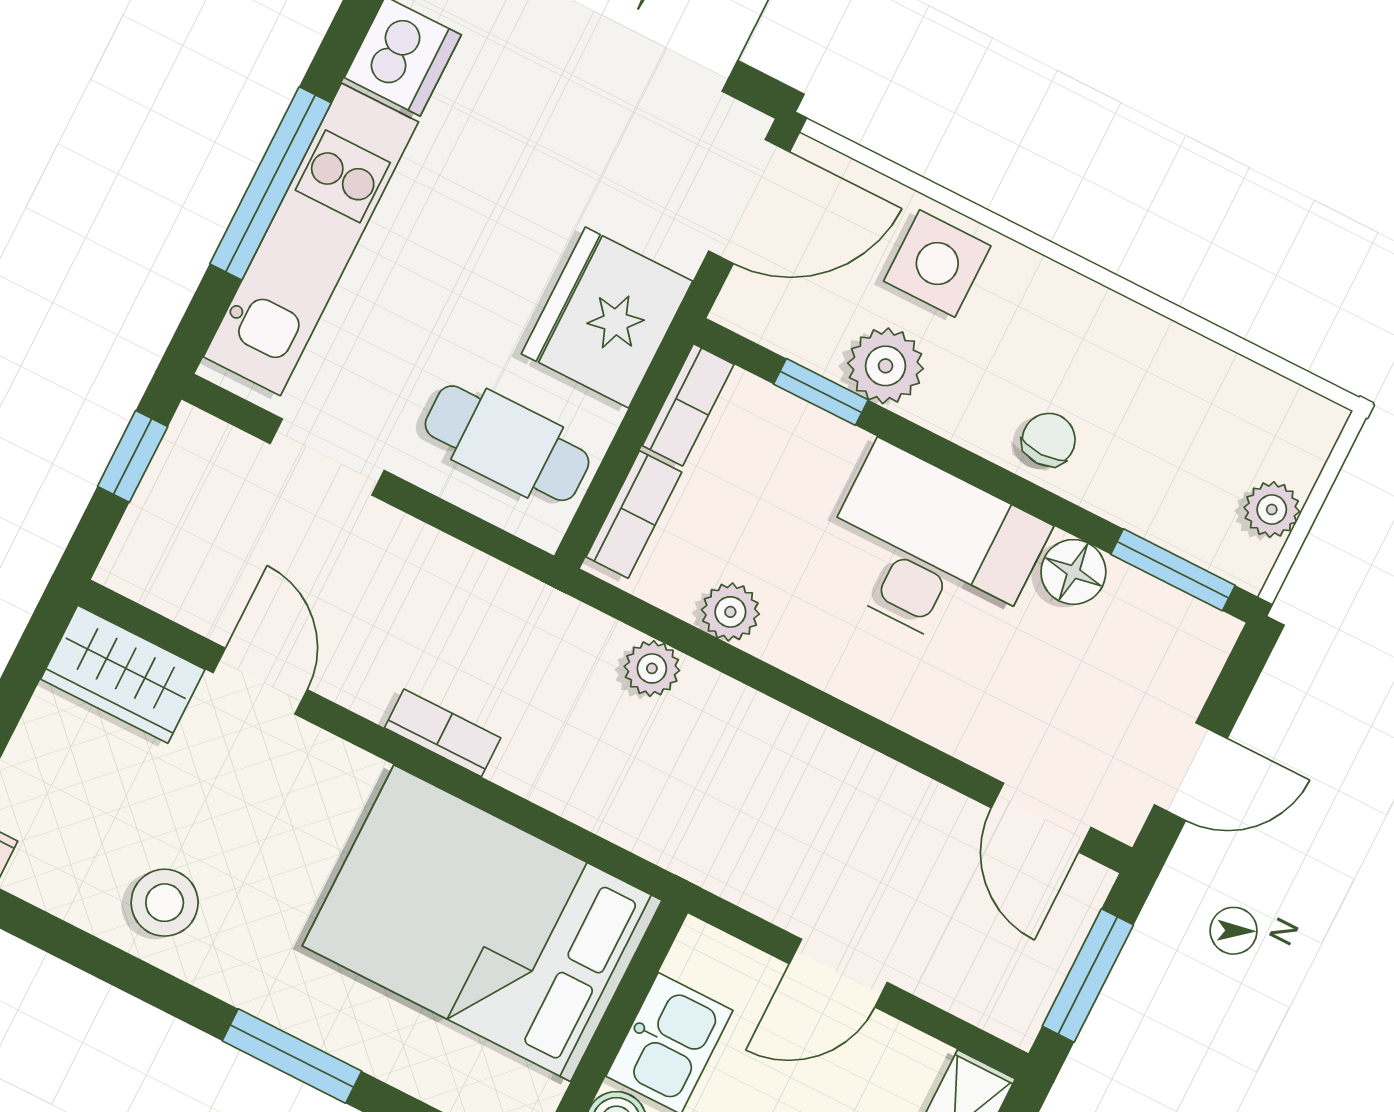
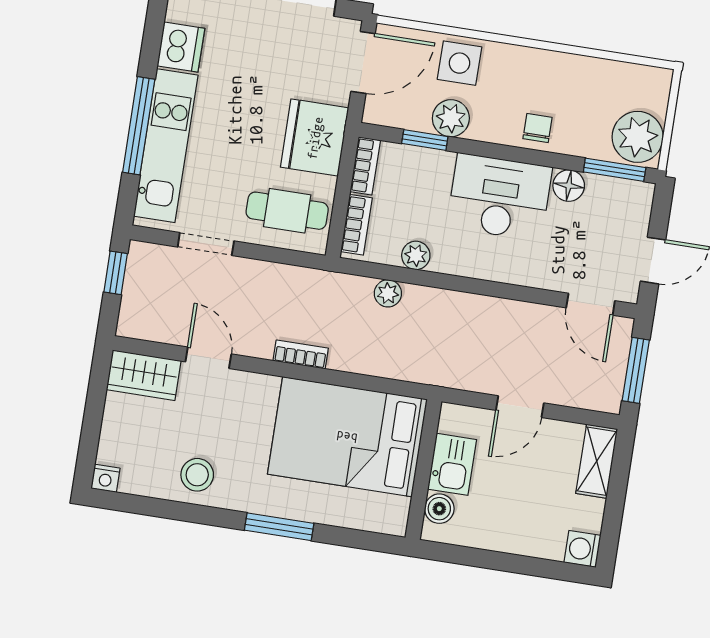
plant: (1272, 510) -> (638, 137), width x1.88, depth x1.88

